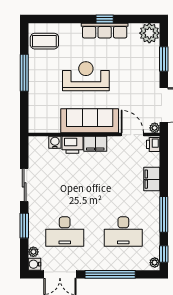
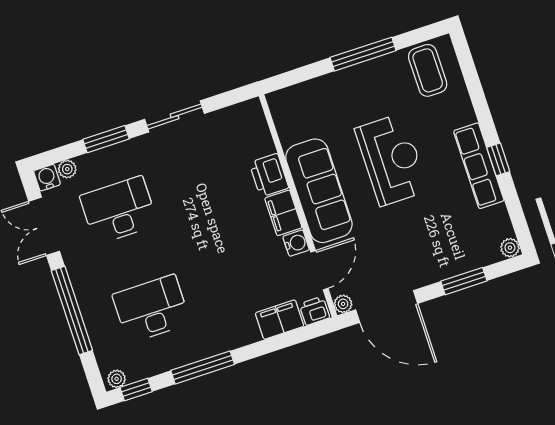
plant: (149, 33) -> (510, 248), width x0.53, depth x0.53
water cooler: (55, 142) -> (296, 243), moved
filing cabinet: (152, 179) -> (280, 320), moved
desk: (65, 231) -> (119, 210), turned 90
desk: (123, 231) -> (151, 309), turned 90

